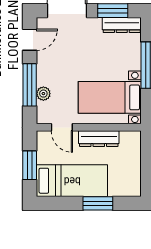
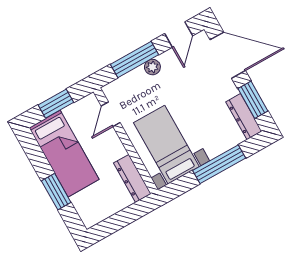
door: (30, 40) -> (179, 35), hinge flipped
plant: (43, 94) -> (152, 67), moved
dresser: (99, 139) -> (132, 178), moved

